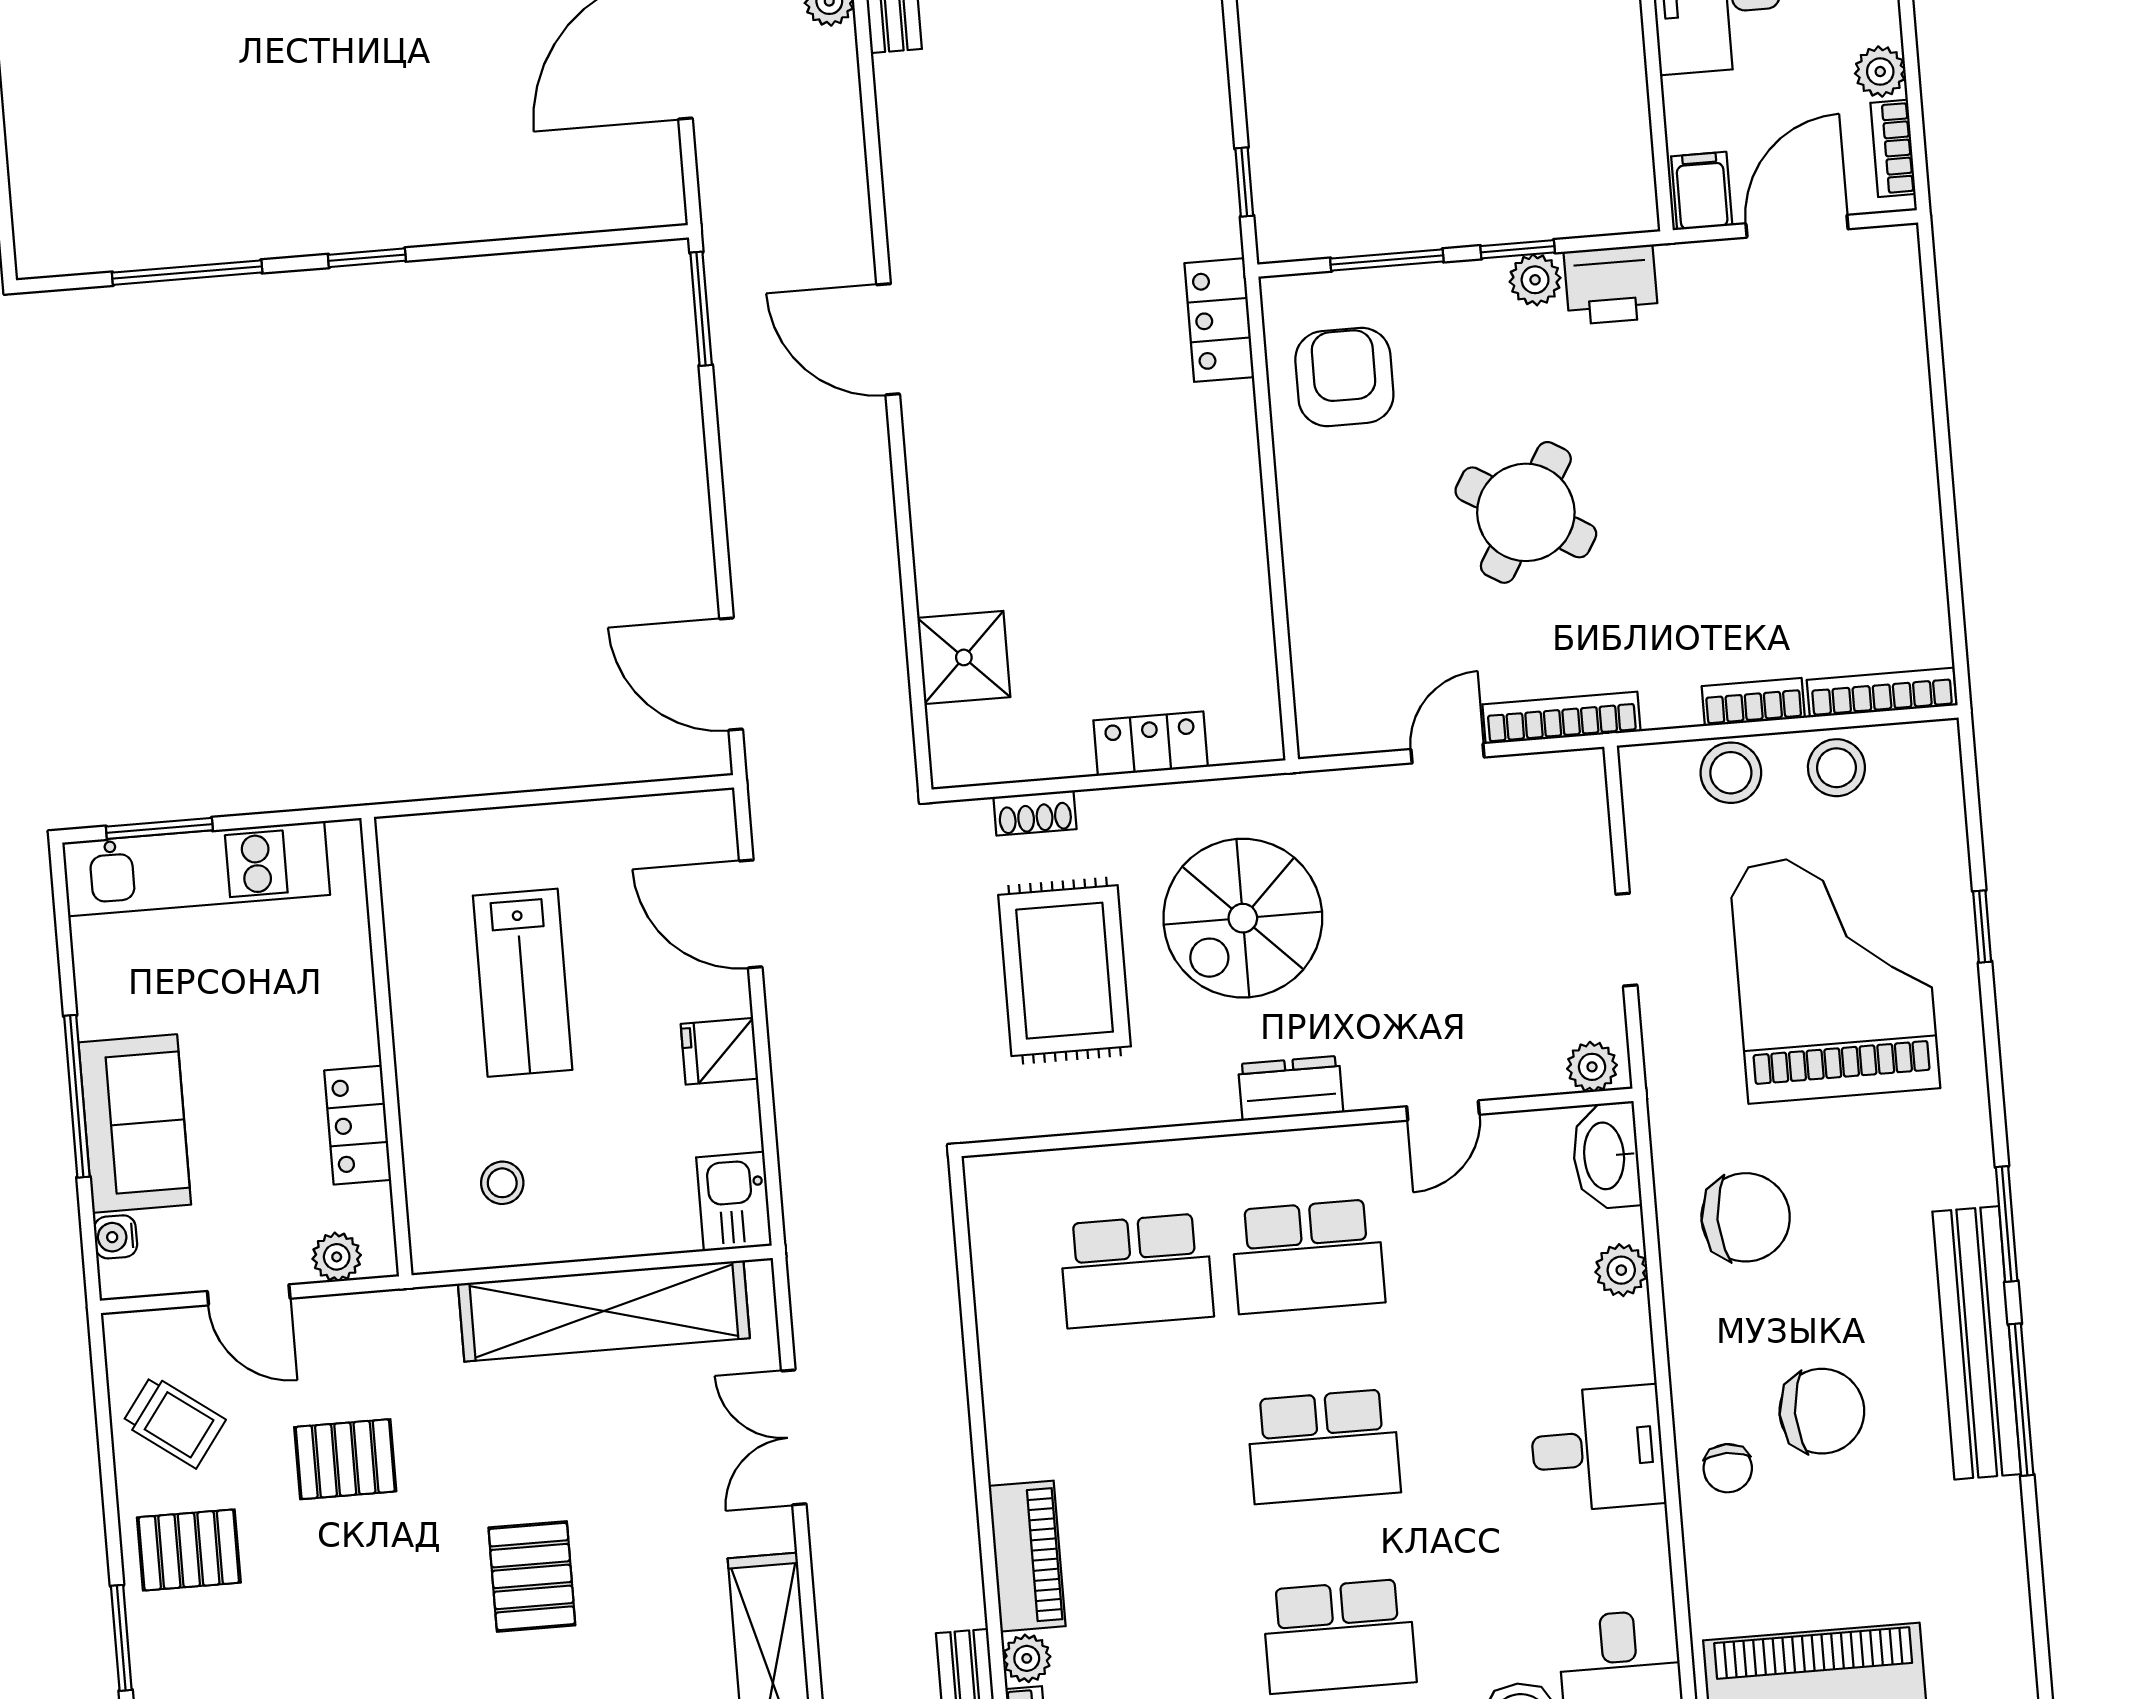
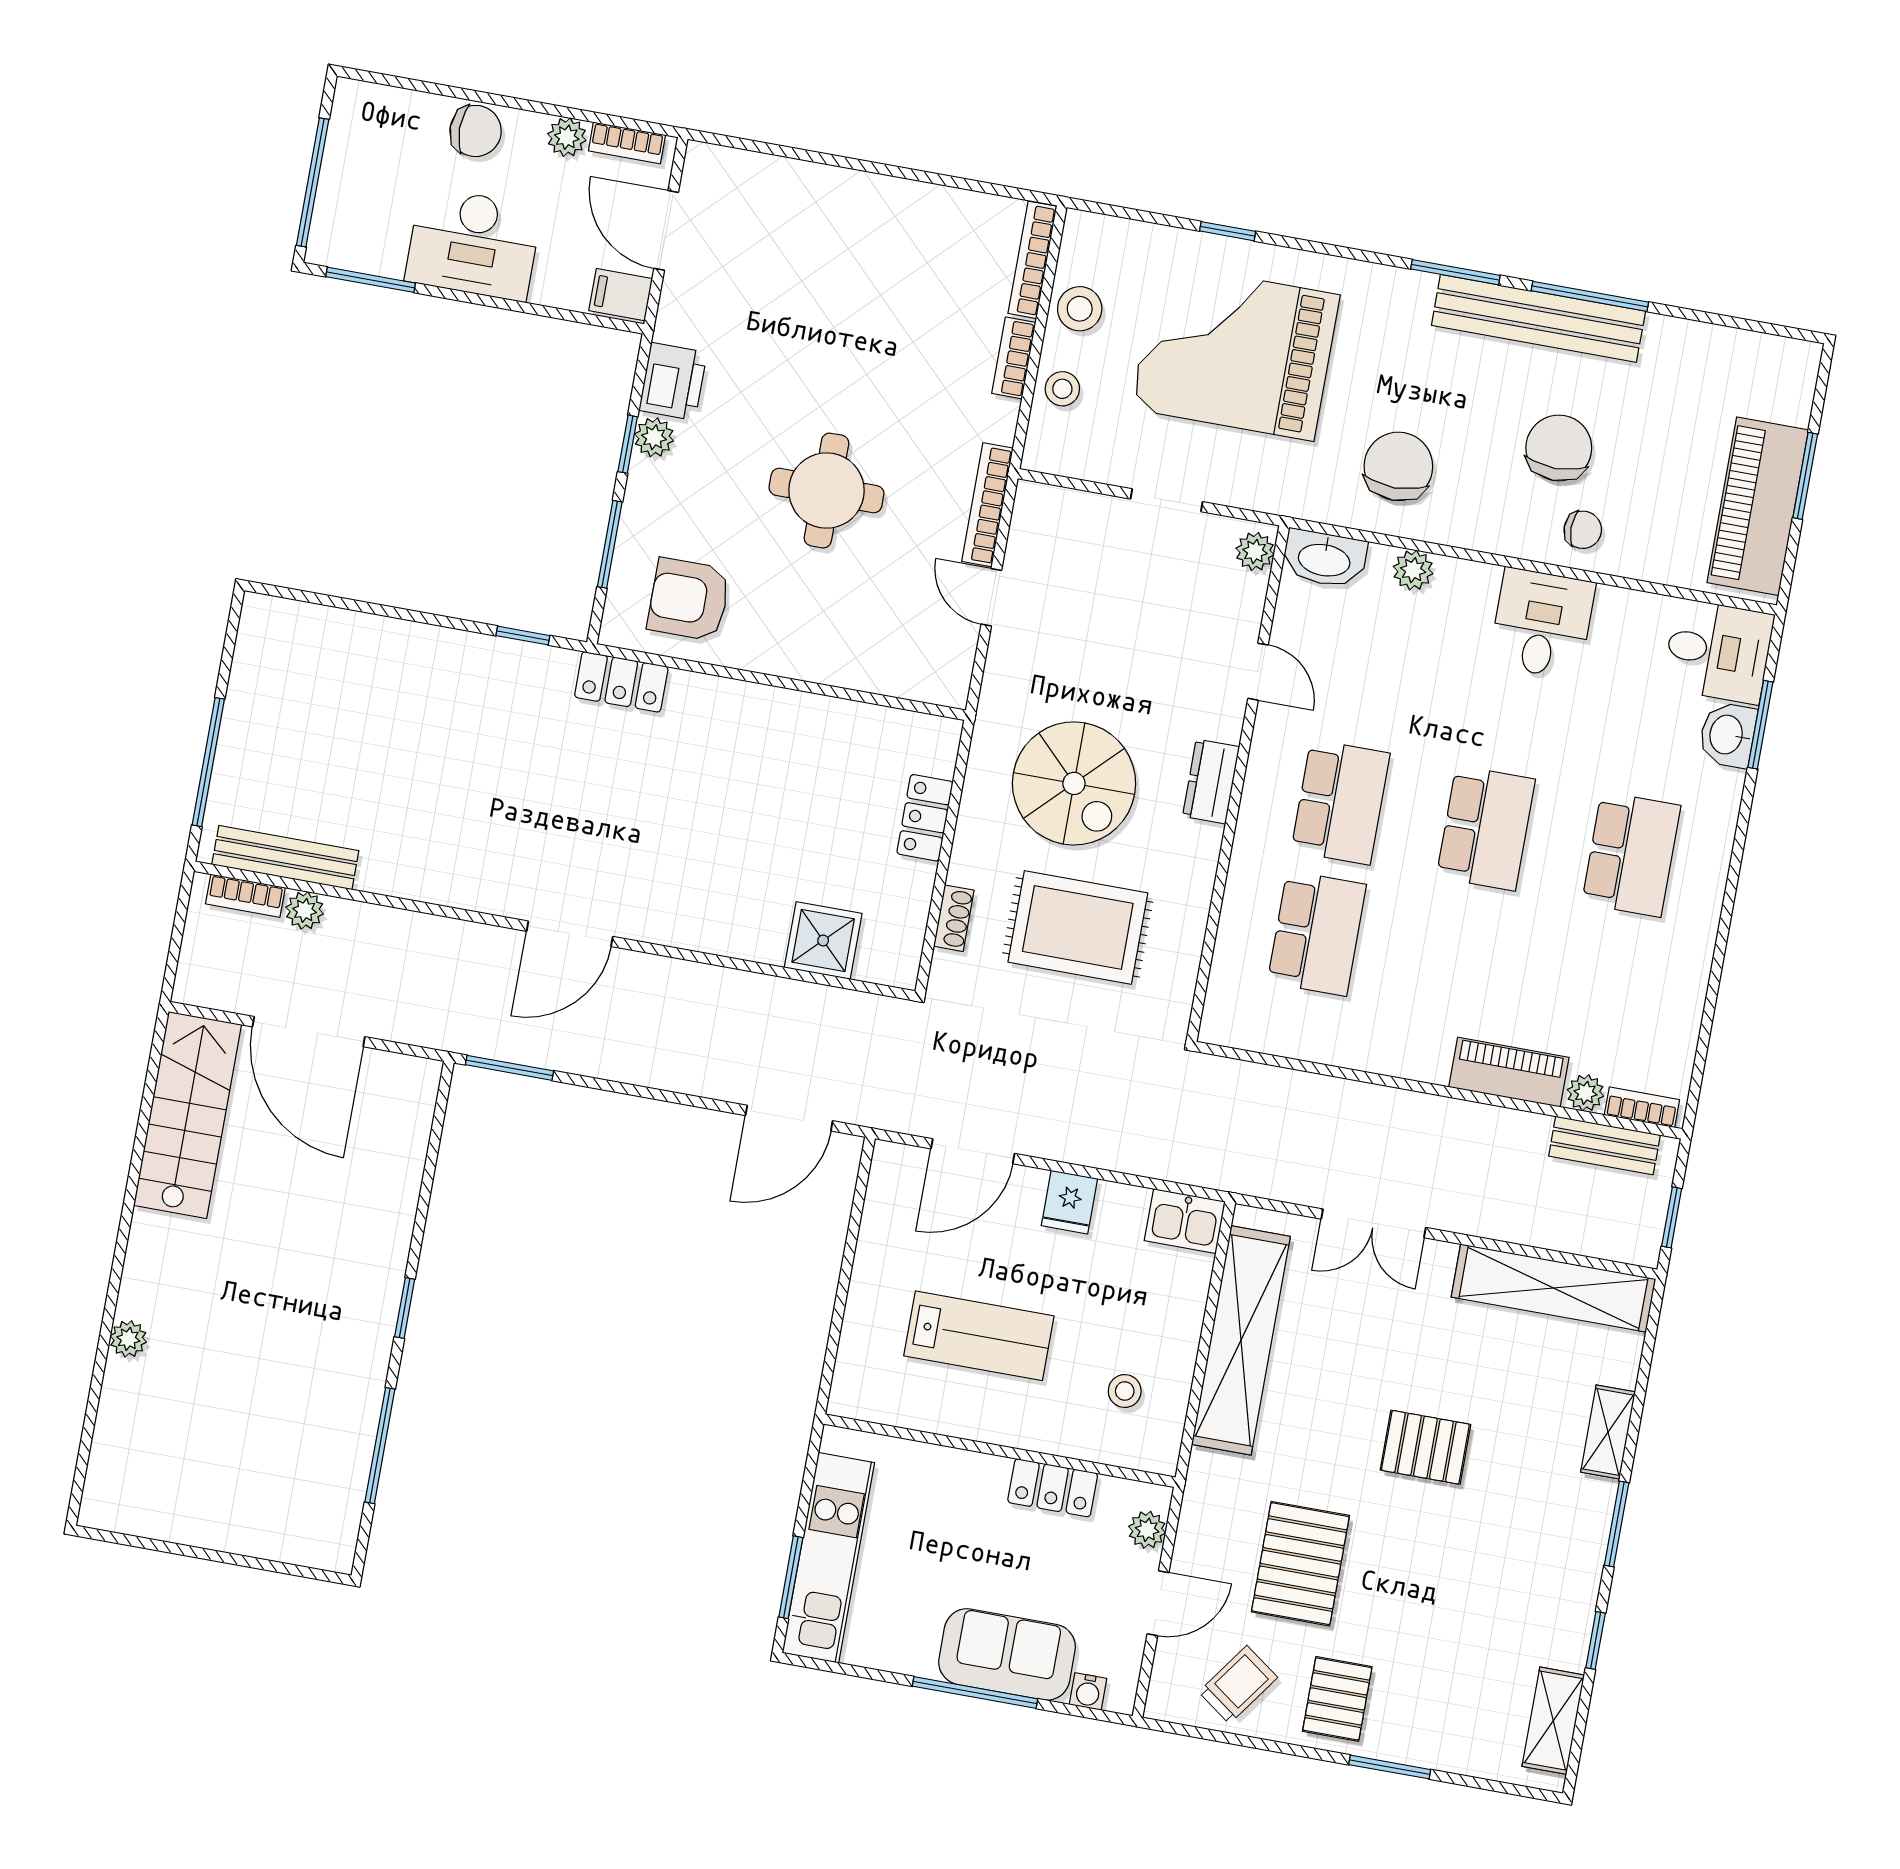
round table: (1526, 512) -> (826, 491), turned -31
stool: (1731, 773) -> (1062, 389), width x0.73, depth x0.73
pallet: (345, 1459) -> (1300, 1564), width x1.50, depth x1.42

